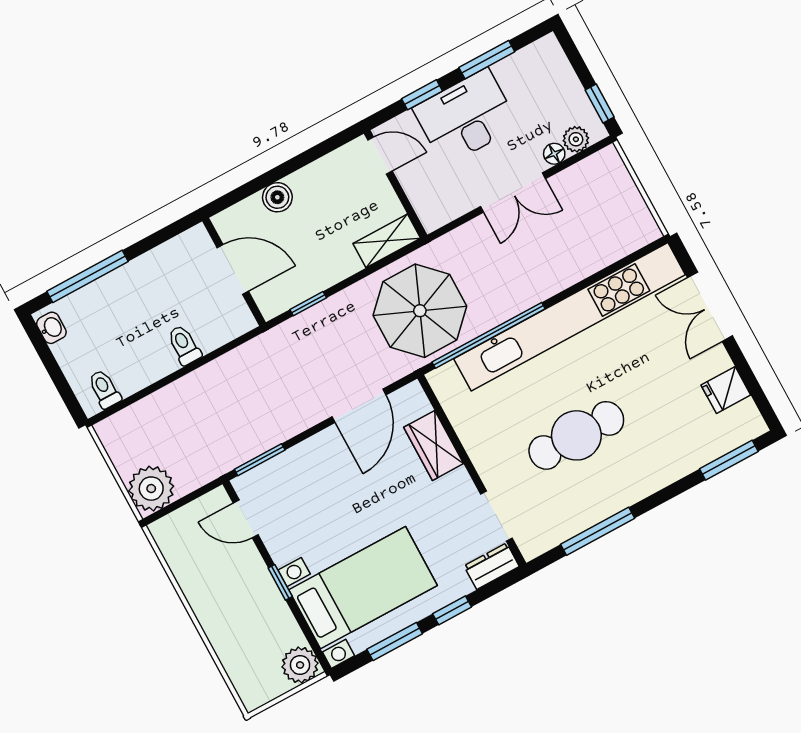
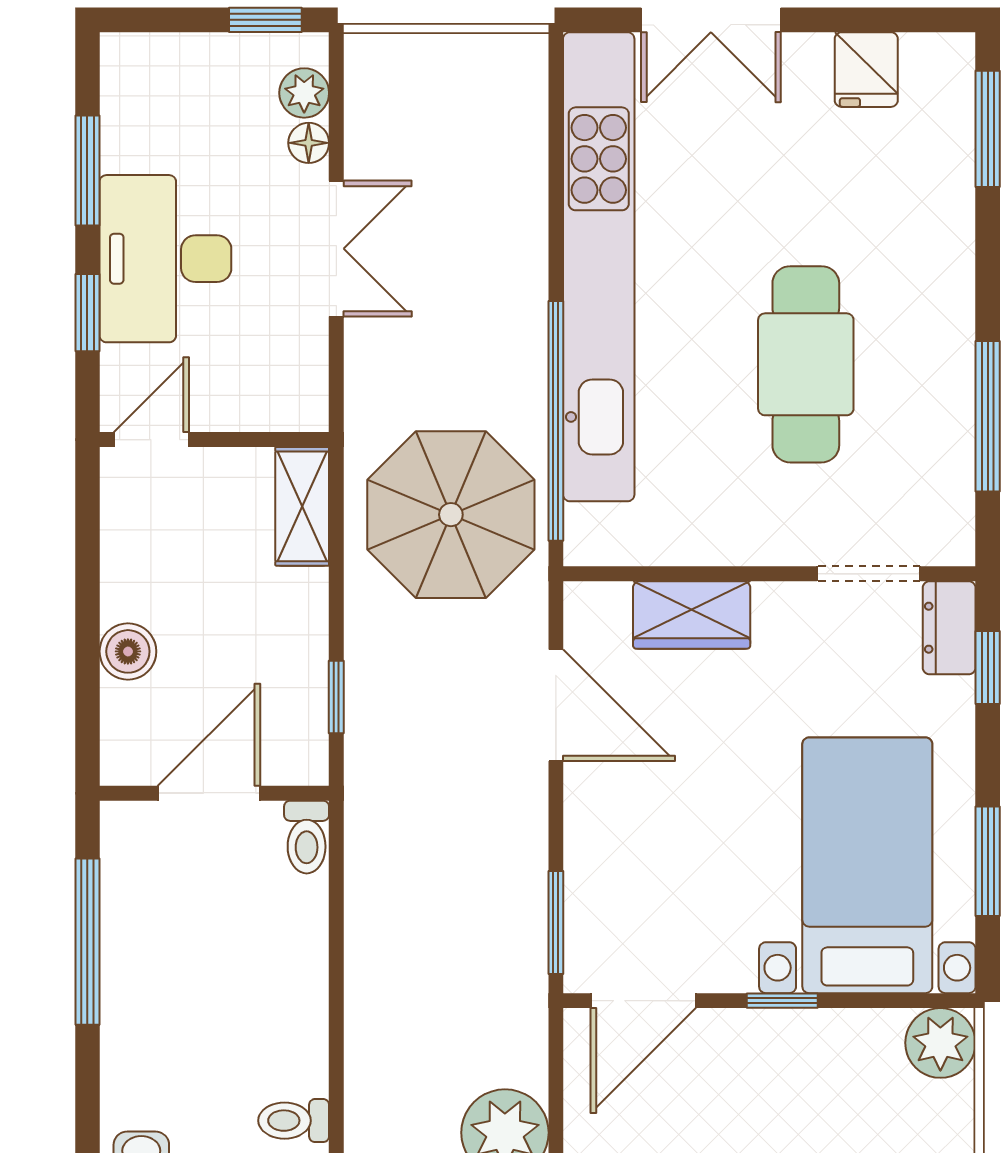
window: (88, 276) -> (87, 942), moved
toilet: (184, 345) -> (307, 837), moved, turned -90
door: (246, 519) -> (643, 1001), width x1.38
window: (452, 610) -> (988, 667), moved

